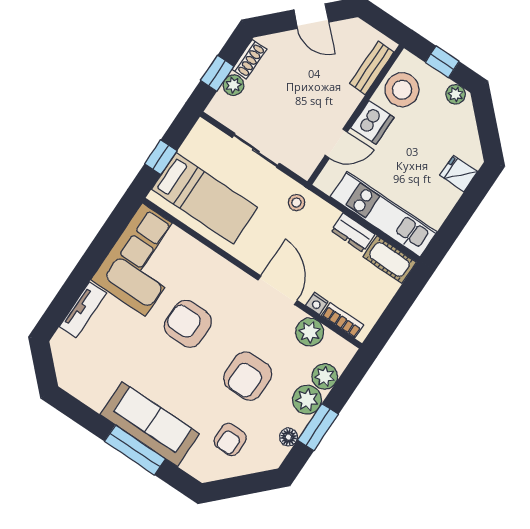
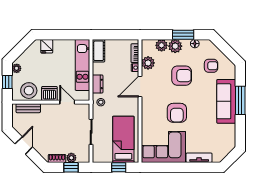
dresser: (353, 233) -> (98, 84), moved

